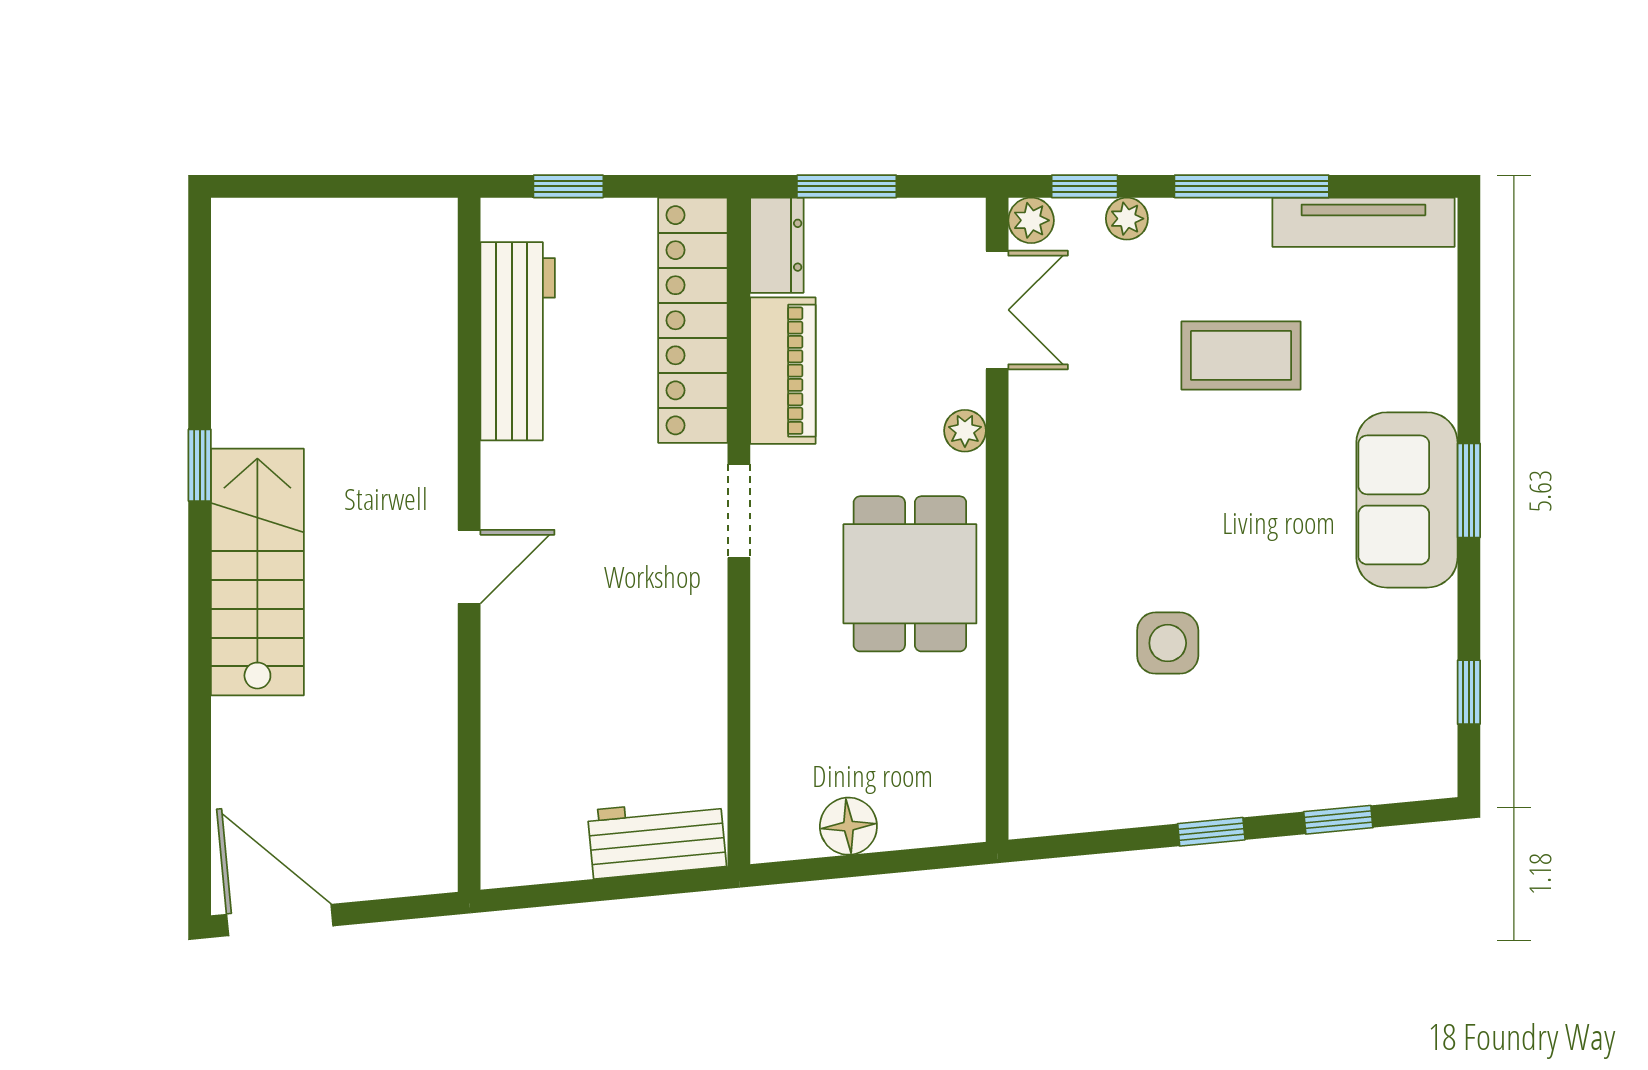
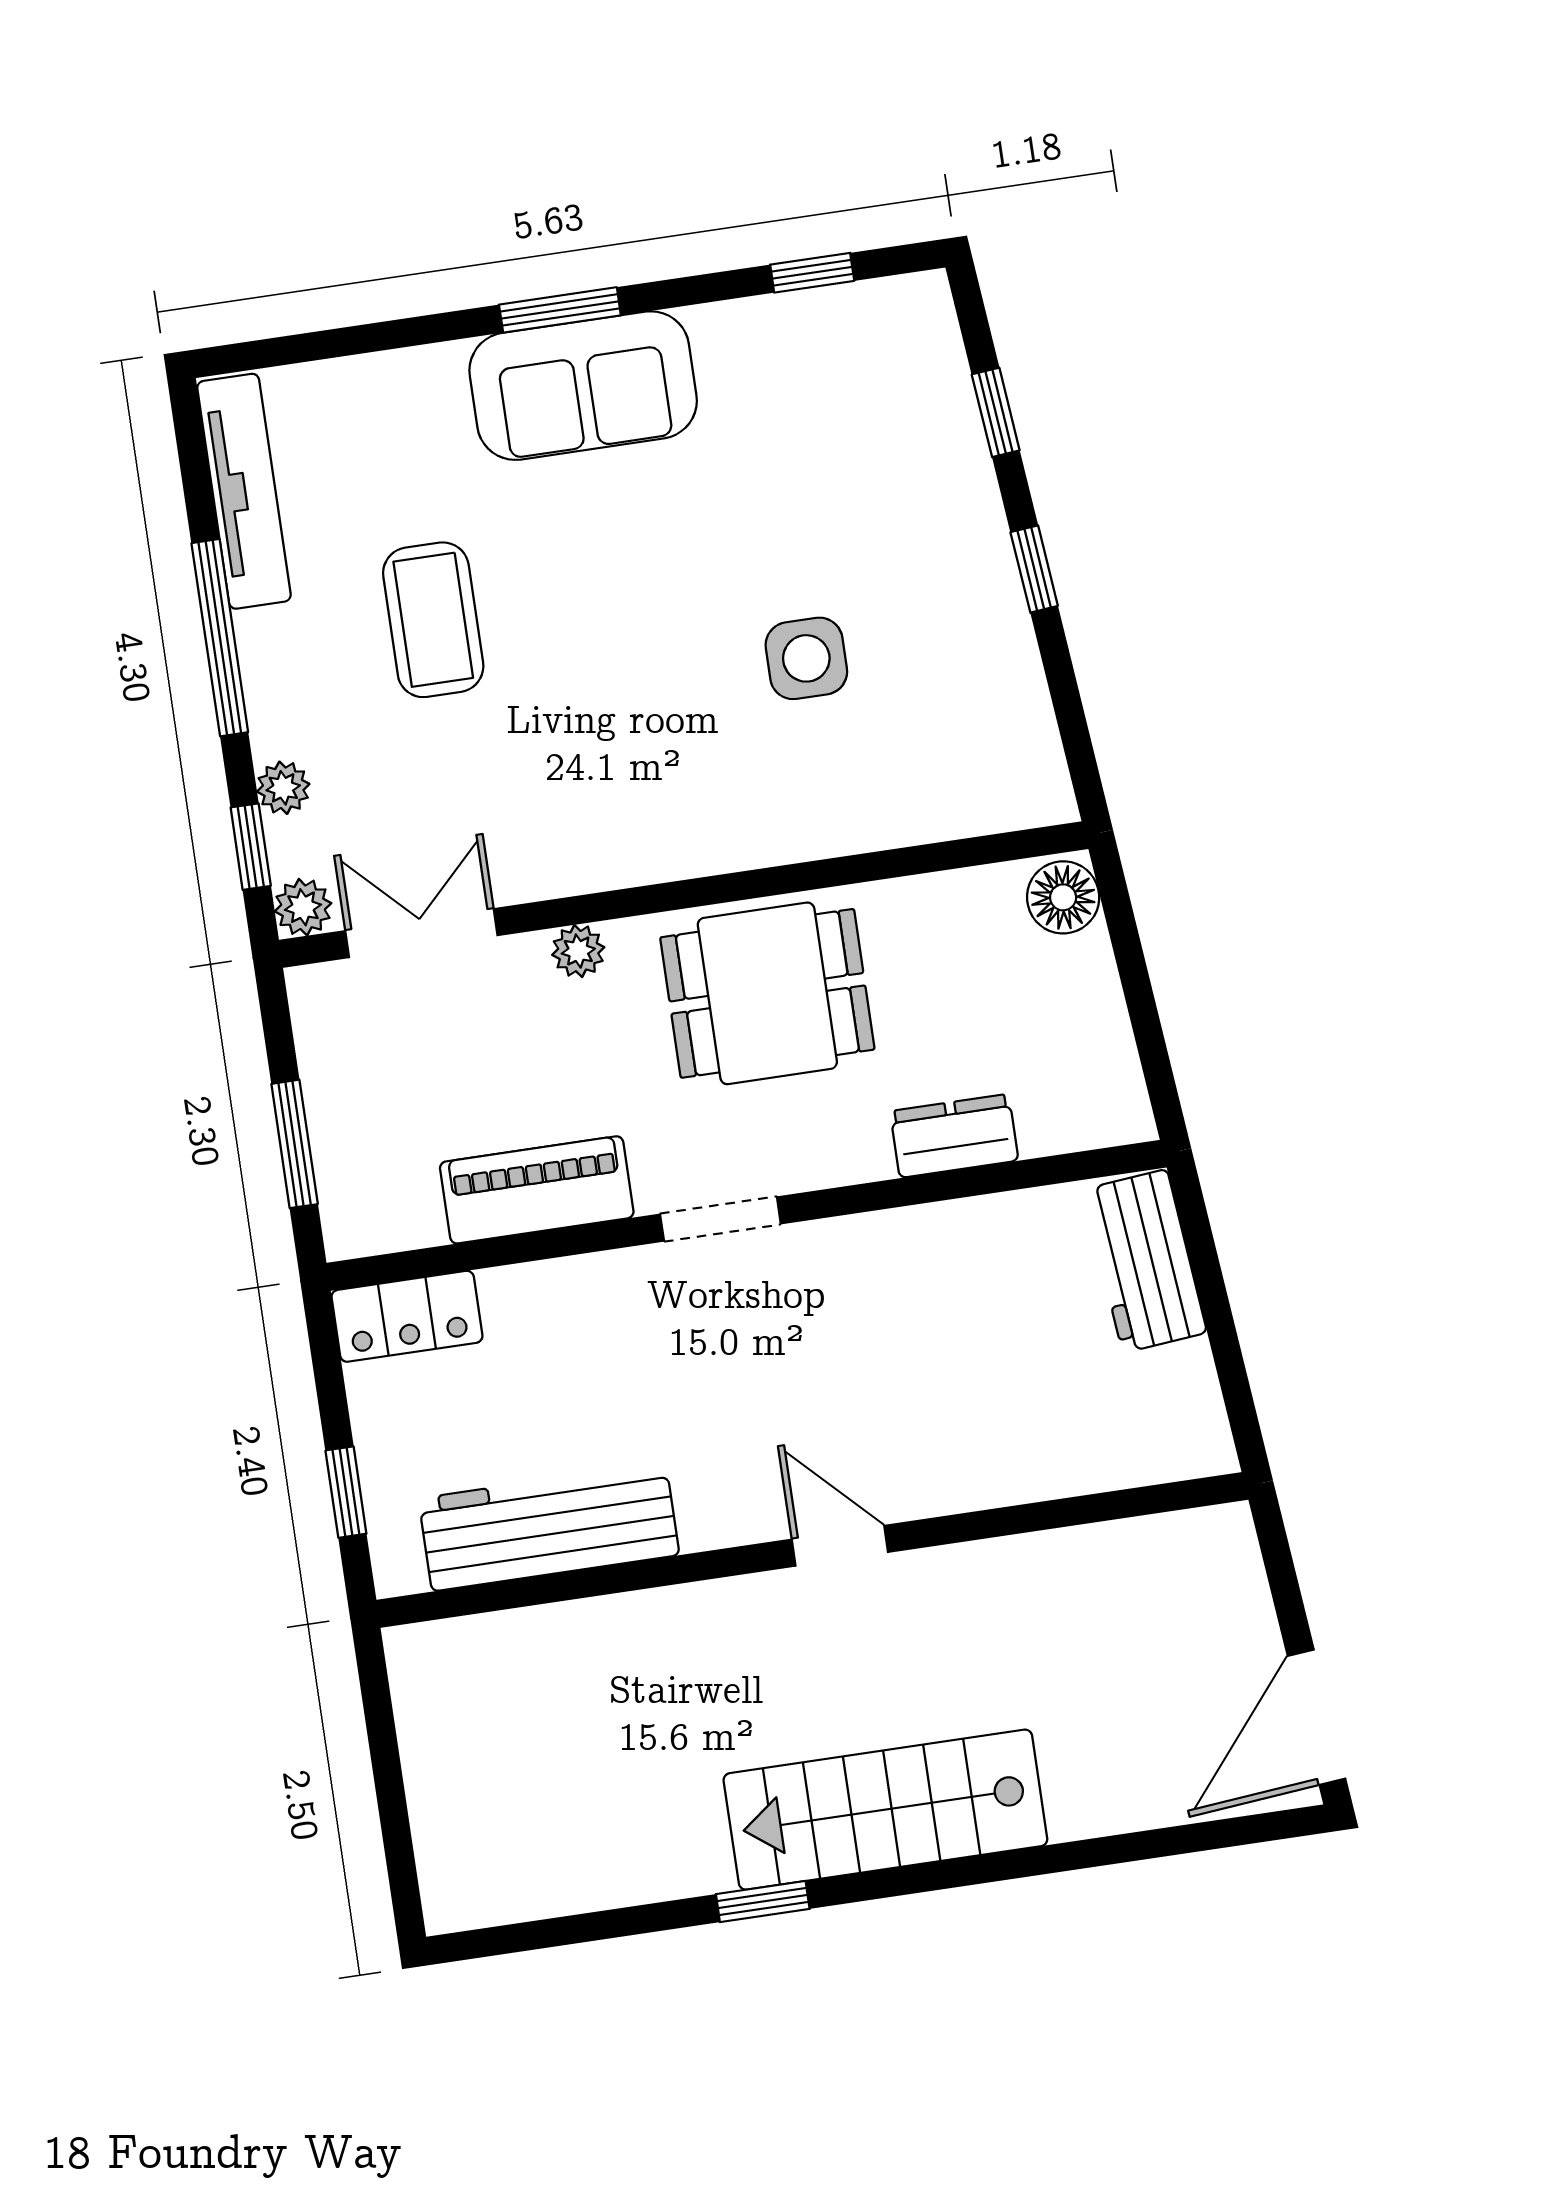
dresser: (777, 245) -> (954, 1136), moved
locker: (693, 320) -> (407, 1316), width x0.46, depth x0.83
floor lamp: (848, 826) -> (1063, 897), moved

